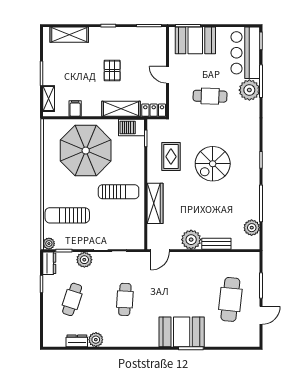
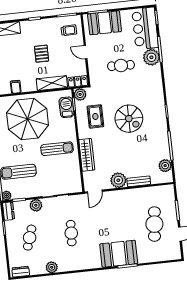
trolley: (150, 45) -> (69, 30), added
plant: (155, 127) -> (80, 94), added
barbecue: (132, 128) -> (66, 107), moved, turned 90
spiral stairs: (213, 164) -> (129, 119), turned -90
dresser: (77, 341) -> (21, 272), moved

